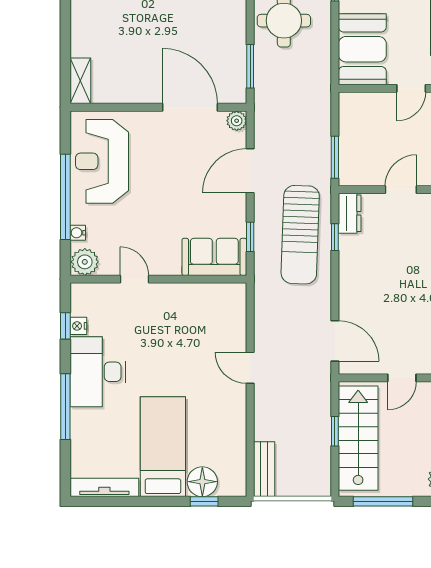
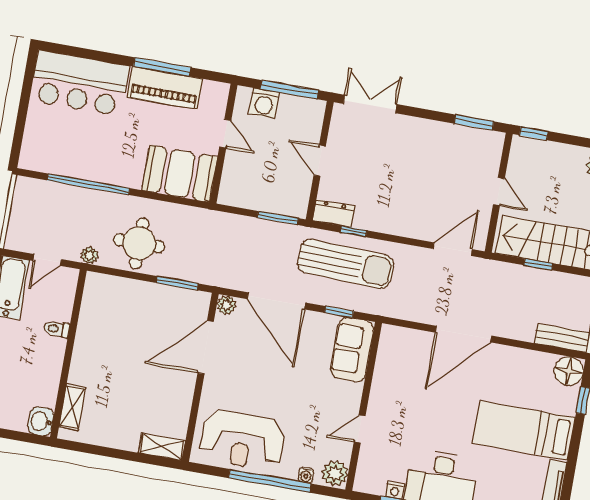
door: (250, 171) -> (276, 301), width x1.36
door: (250, 368) -> (464, 334), width x1.87
floor lamp: (202, 482) -> (569, 371), moved

